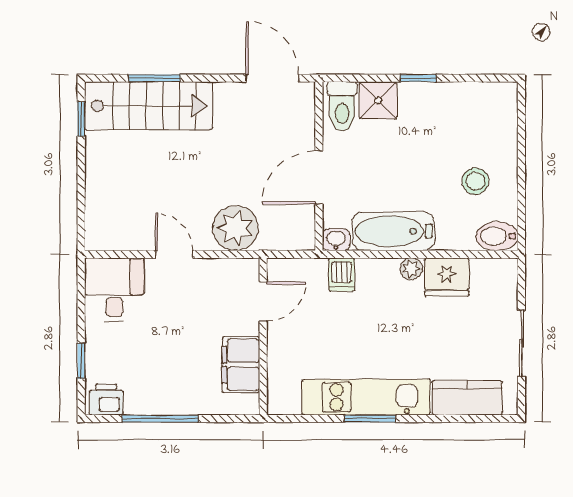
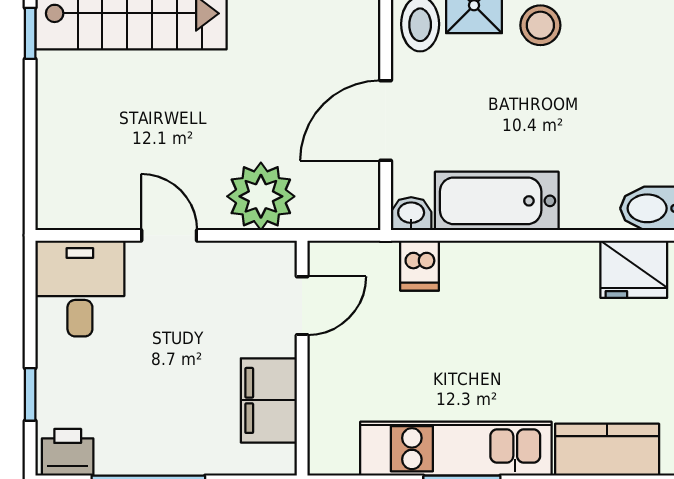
stool: (475, 181) -> (540, 25), moved
plant: (411, 269) -> (523, 257), removed
fridge: (447, 277) -> (634, 269), moved

